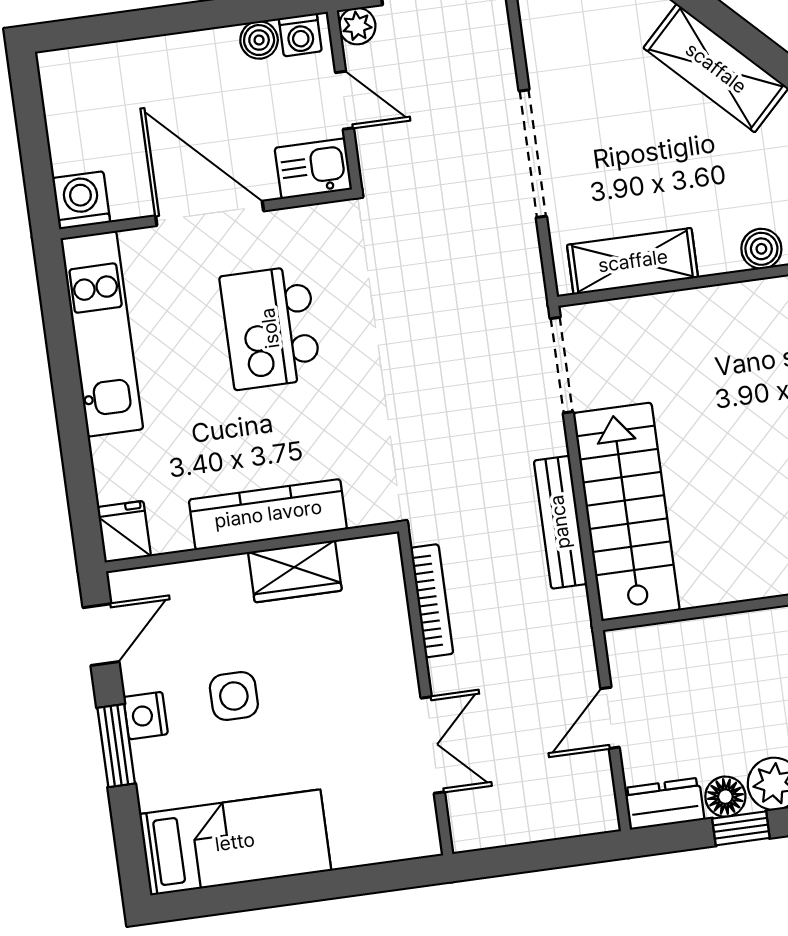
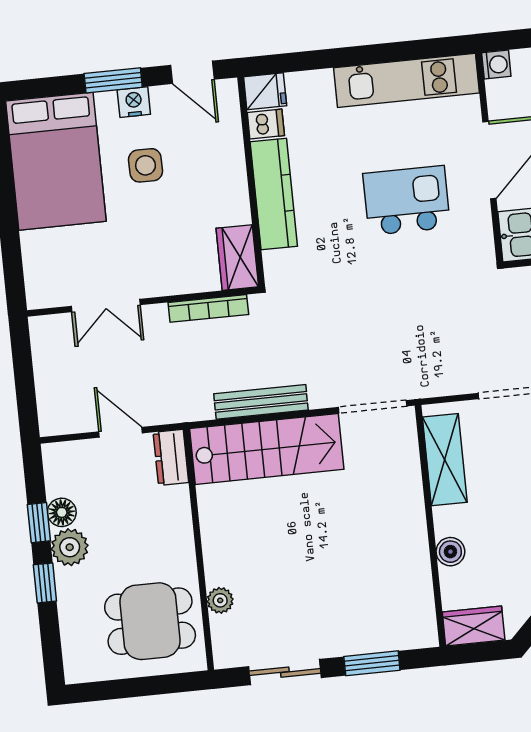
washing machine: (81, 200) -> (496, 65), width x0.73, depth x0.73
dishwasher: (170, 529) -> (266, 124), added
wardrobe: (295, 571) -> (237, 258), moved
dresser: (664, 804) -> (171, 457), moved, turned 180
bed: (235, 842) -> (56, 161), width x1.50

